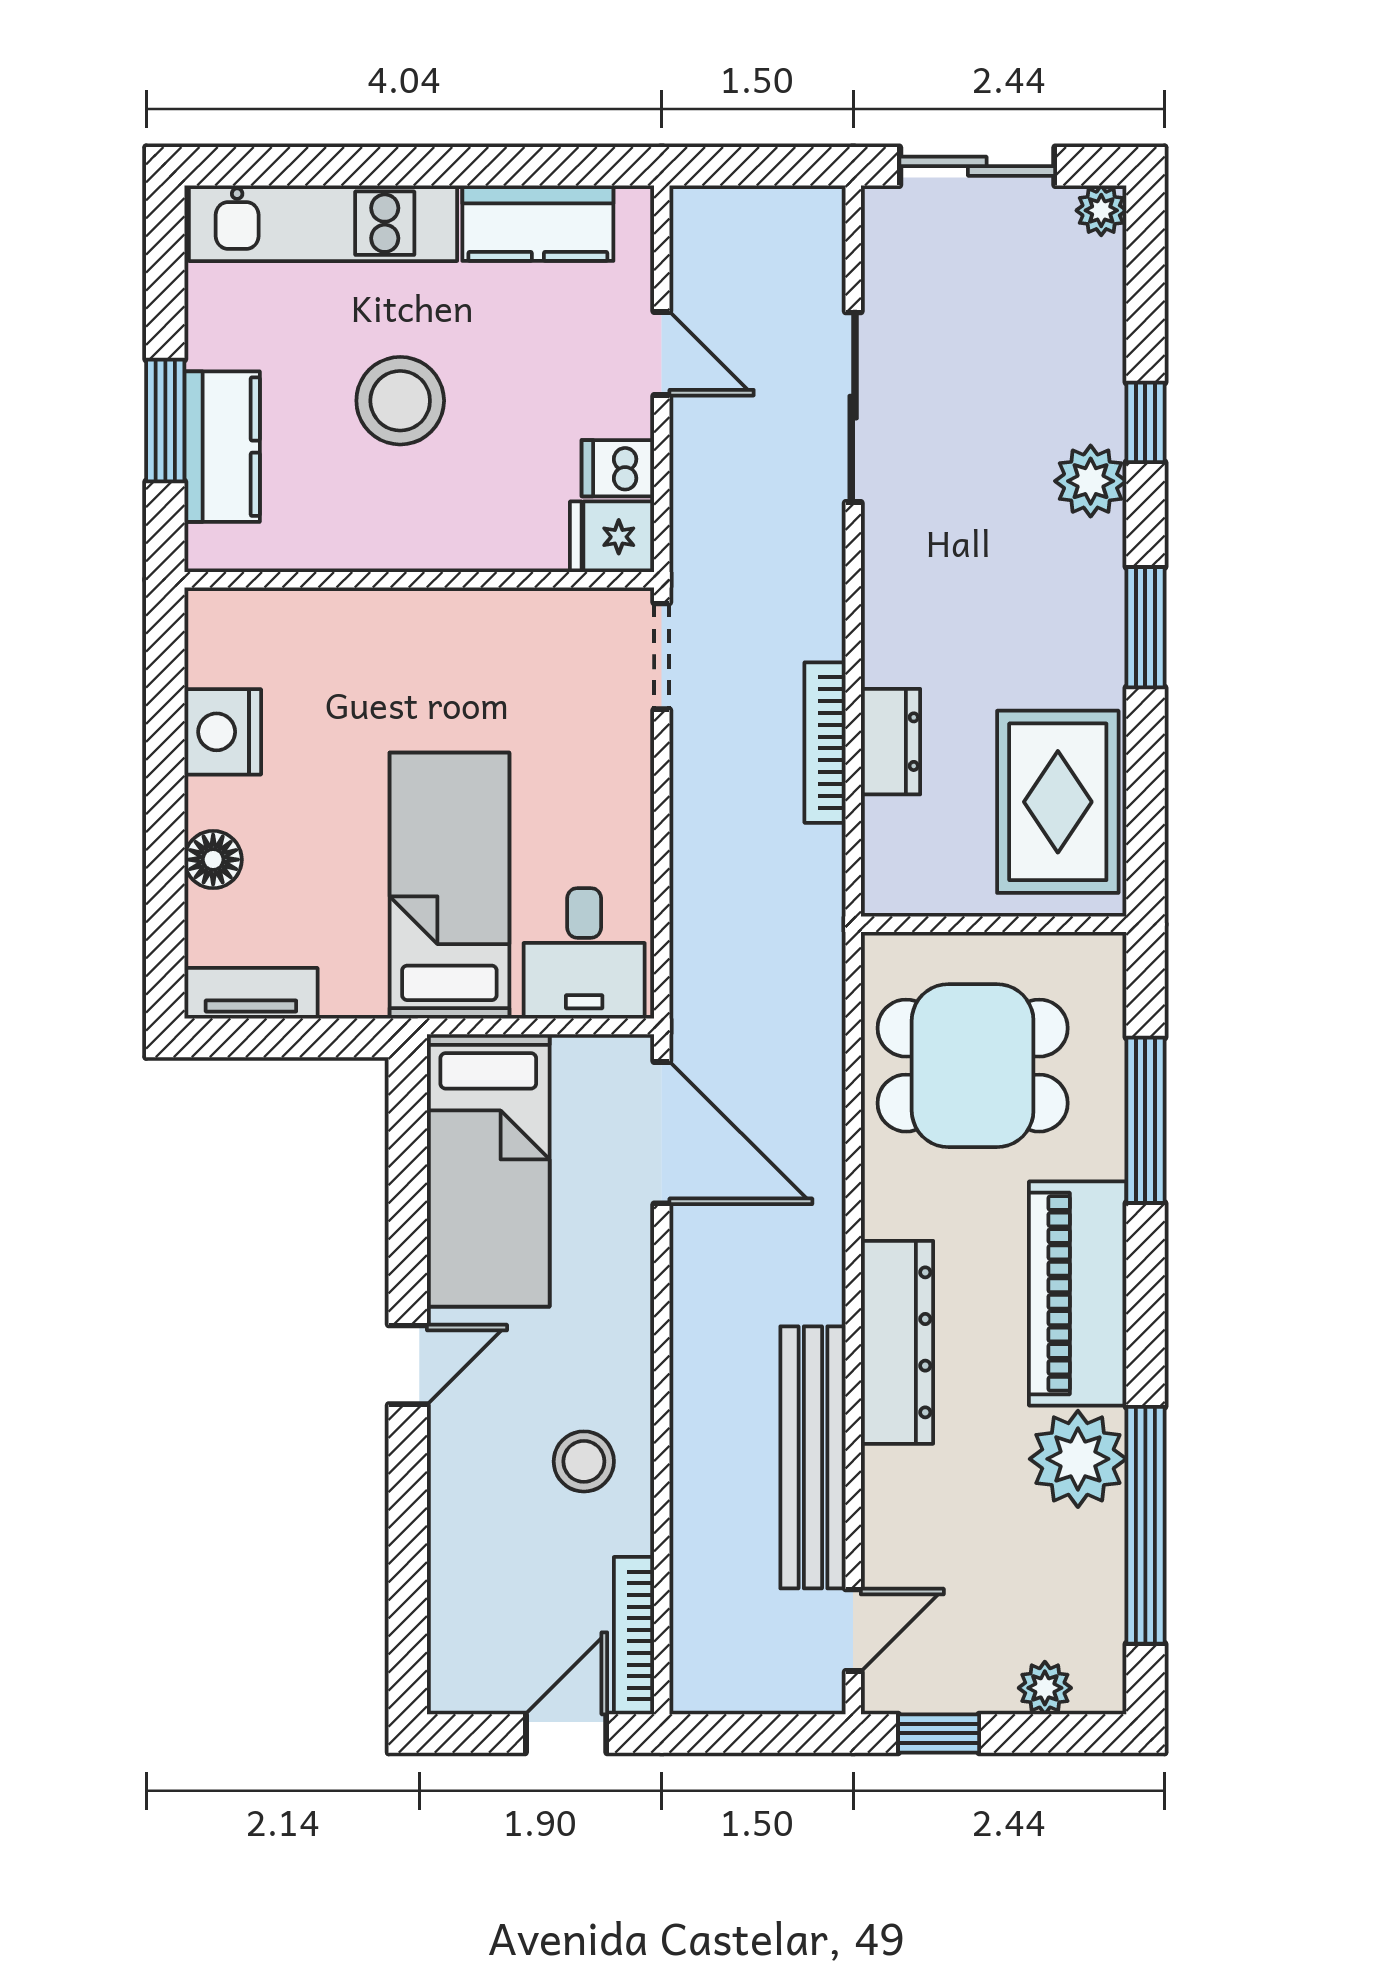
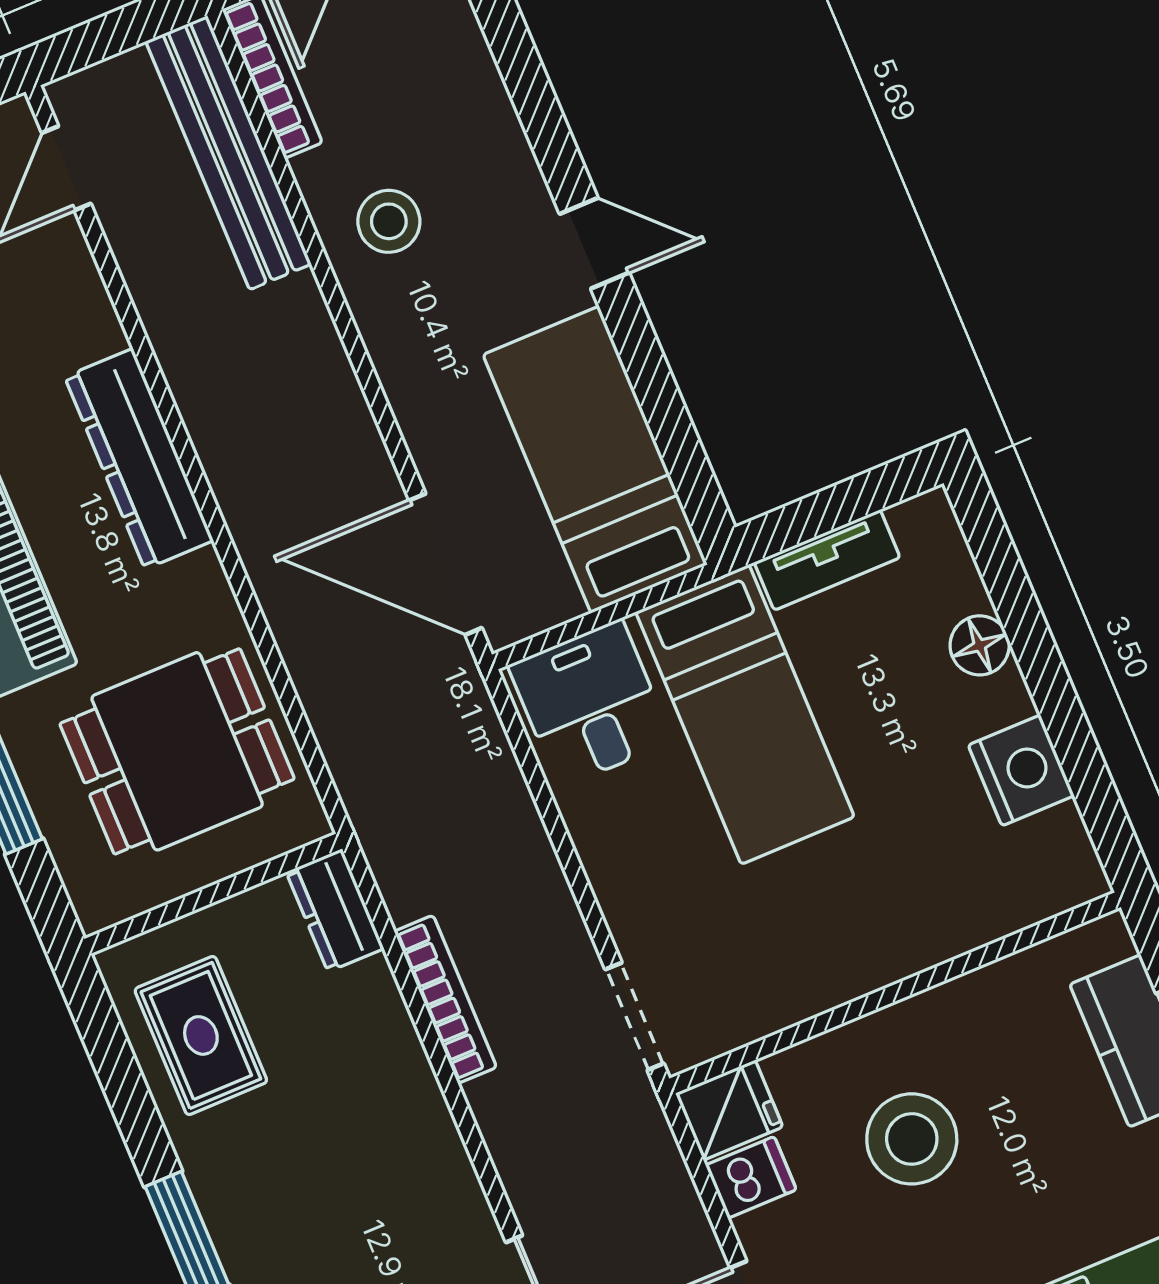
stool: (400, 401) -> (912, 1139), moved
dresser: (891, 742) -> (335, 910), moved
rug: (1058, 802) -> (201, 1035), width x0.73, depth x0.70
tv unit: (251, 993) -> (827, 560), moved
door: (408, 1365) -> (594, 243), swing flipped
bench: (813, 1457) -> (228, 153), moved

